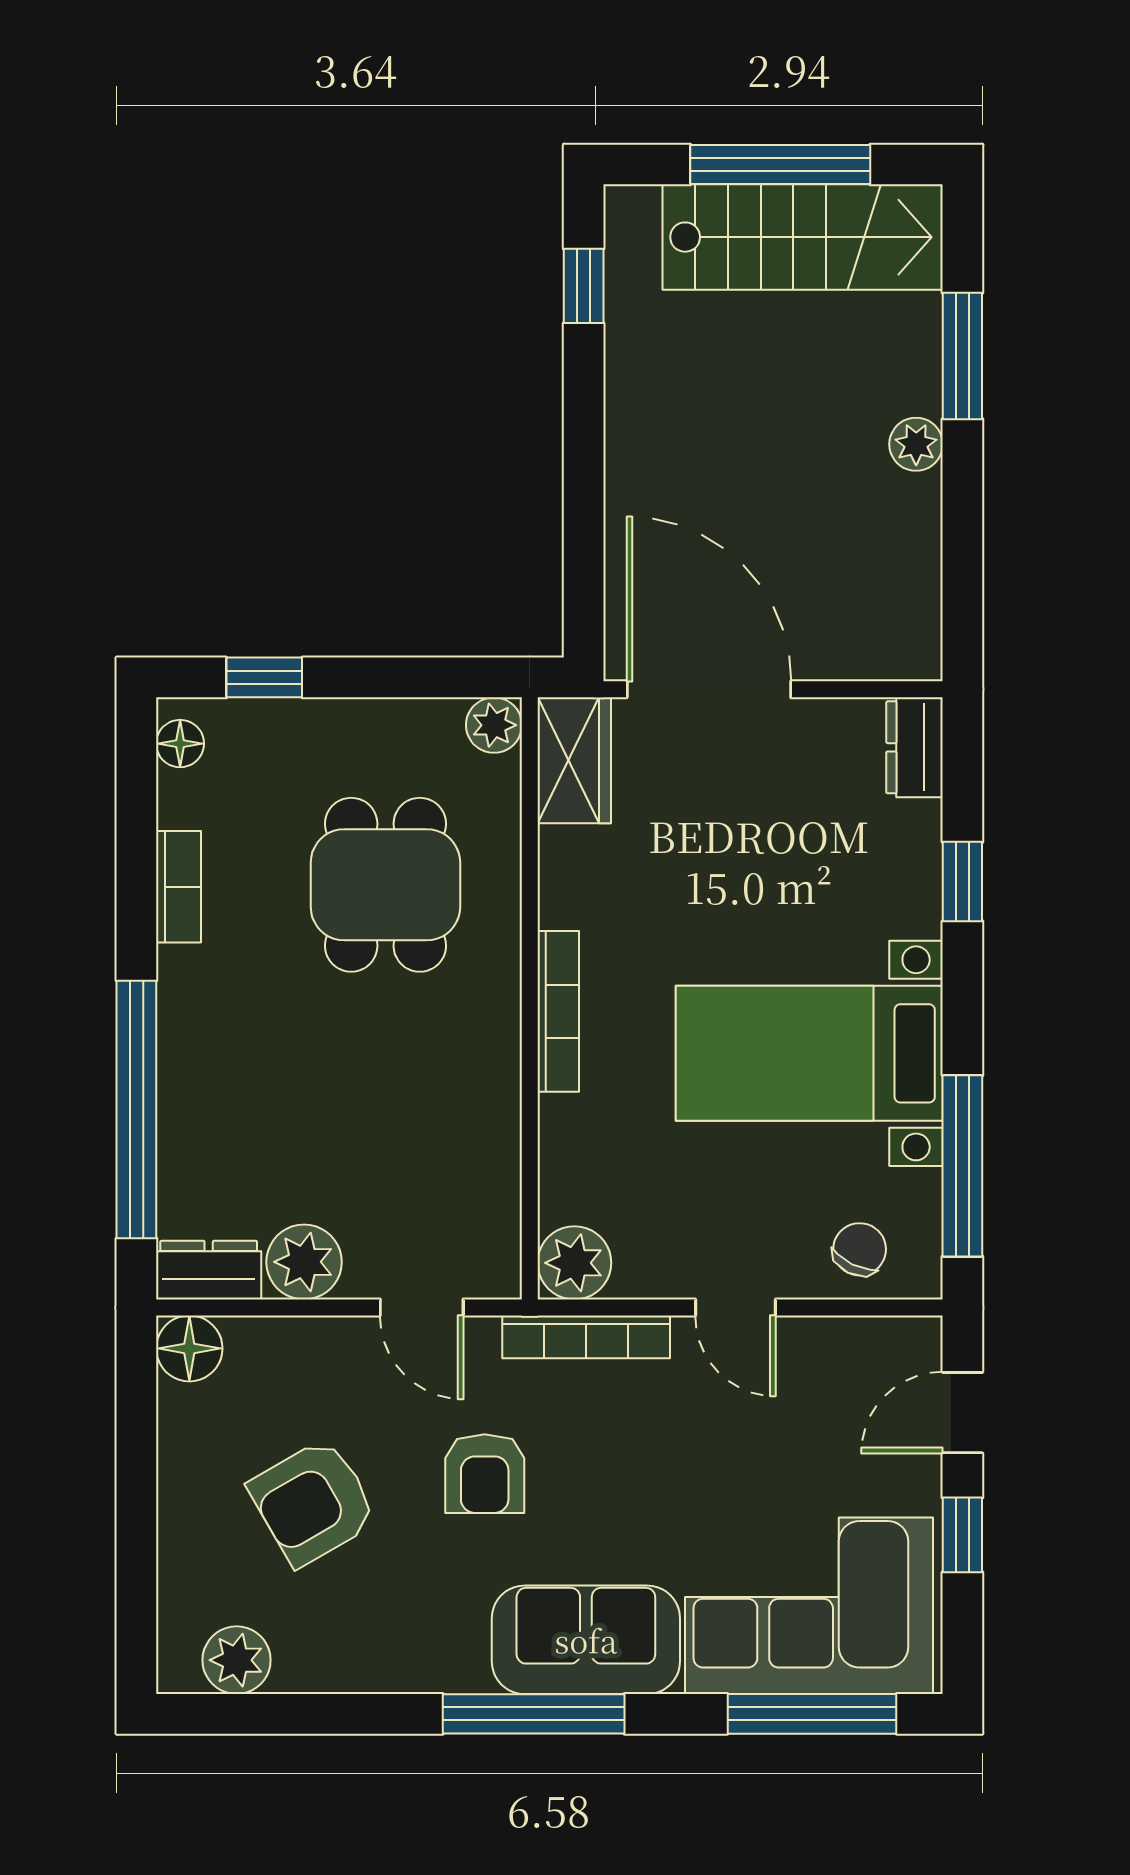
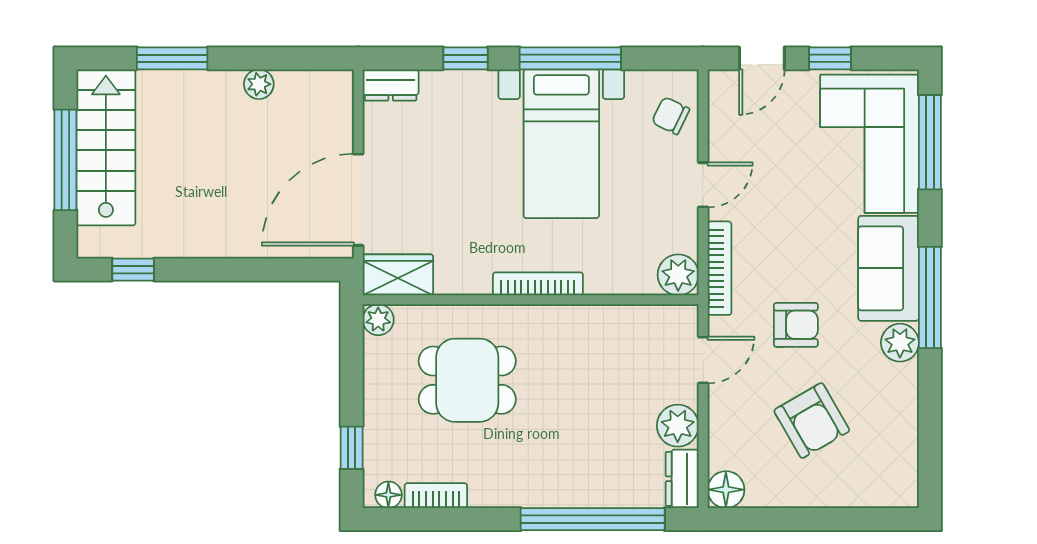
plant: (916, 444) -> (259, 84), moved
bookcase: (179, 887) -> (436, 496), moved
window: (962, 1166) -> (570, 58), moved
door: (962, 1413) -> (762, 58), hinge flipped
plant: (237, 1660) -> (900, 343), moved

